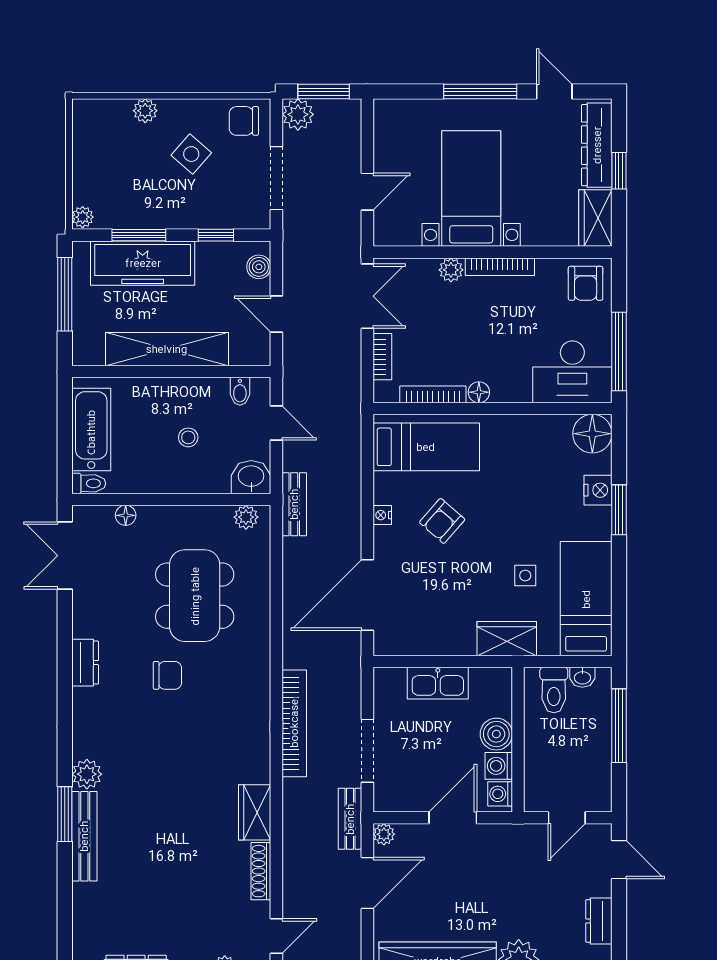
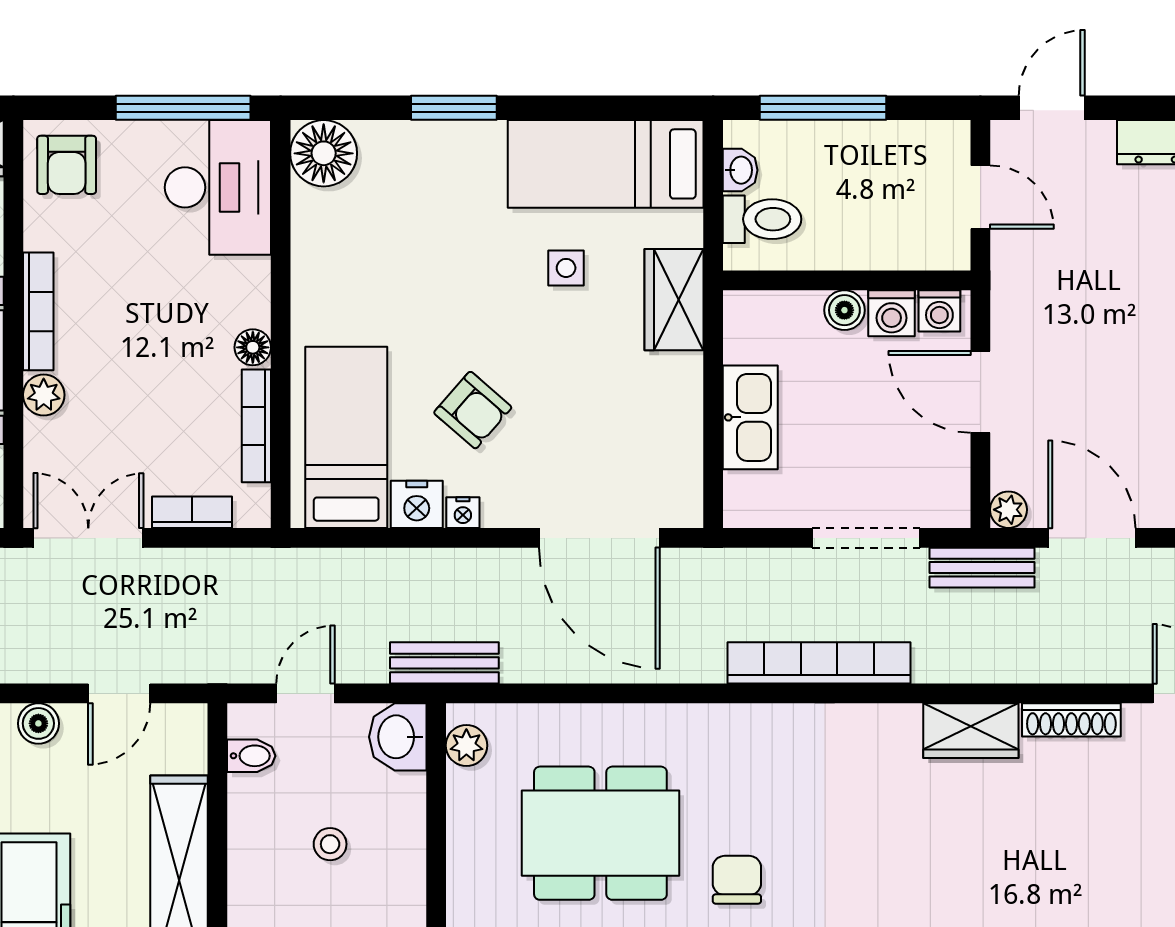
armchair: (586, 283) -> (67, 165), turned 90
nightstand: (598, 490) -> (417, 504), moved, turned 180
boiler: (496, 734) -> (844, 310), width x0.73, depth x0.73

